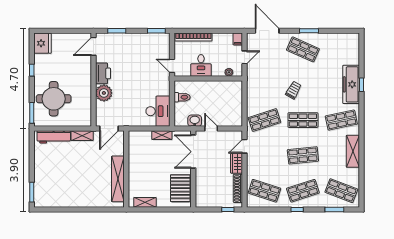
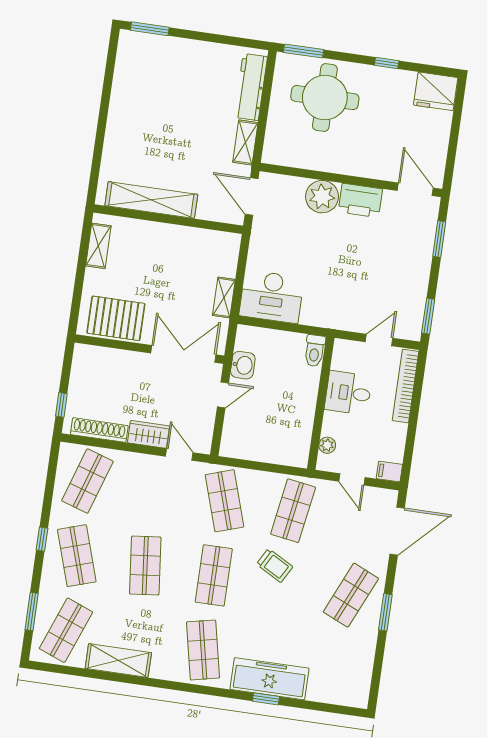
door: (172, 66) -> (379, 340), moved
shop shelf: (264, 85) -> (293, 511), added
toilet: (182, 97) -> (315, 351), moved
shelving: (353, 151) -> (118, 661), moved

